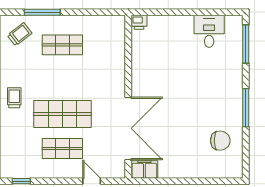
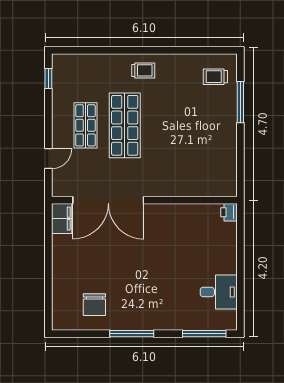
trolley: (20, 34) -> (215, 77), turned 128
shop shelf: (62, 45) -> (203, 125), removed

